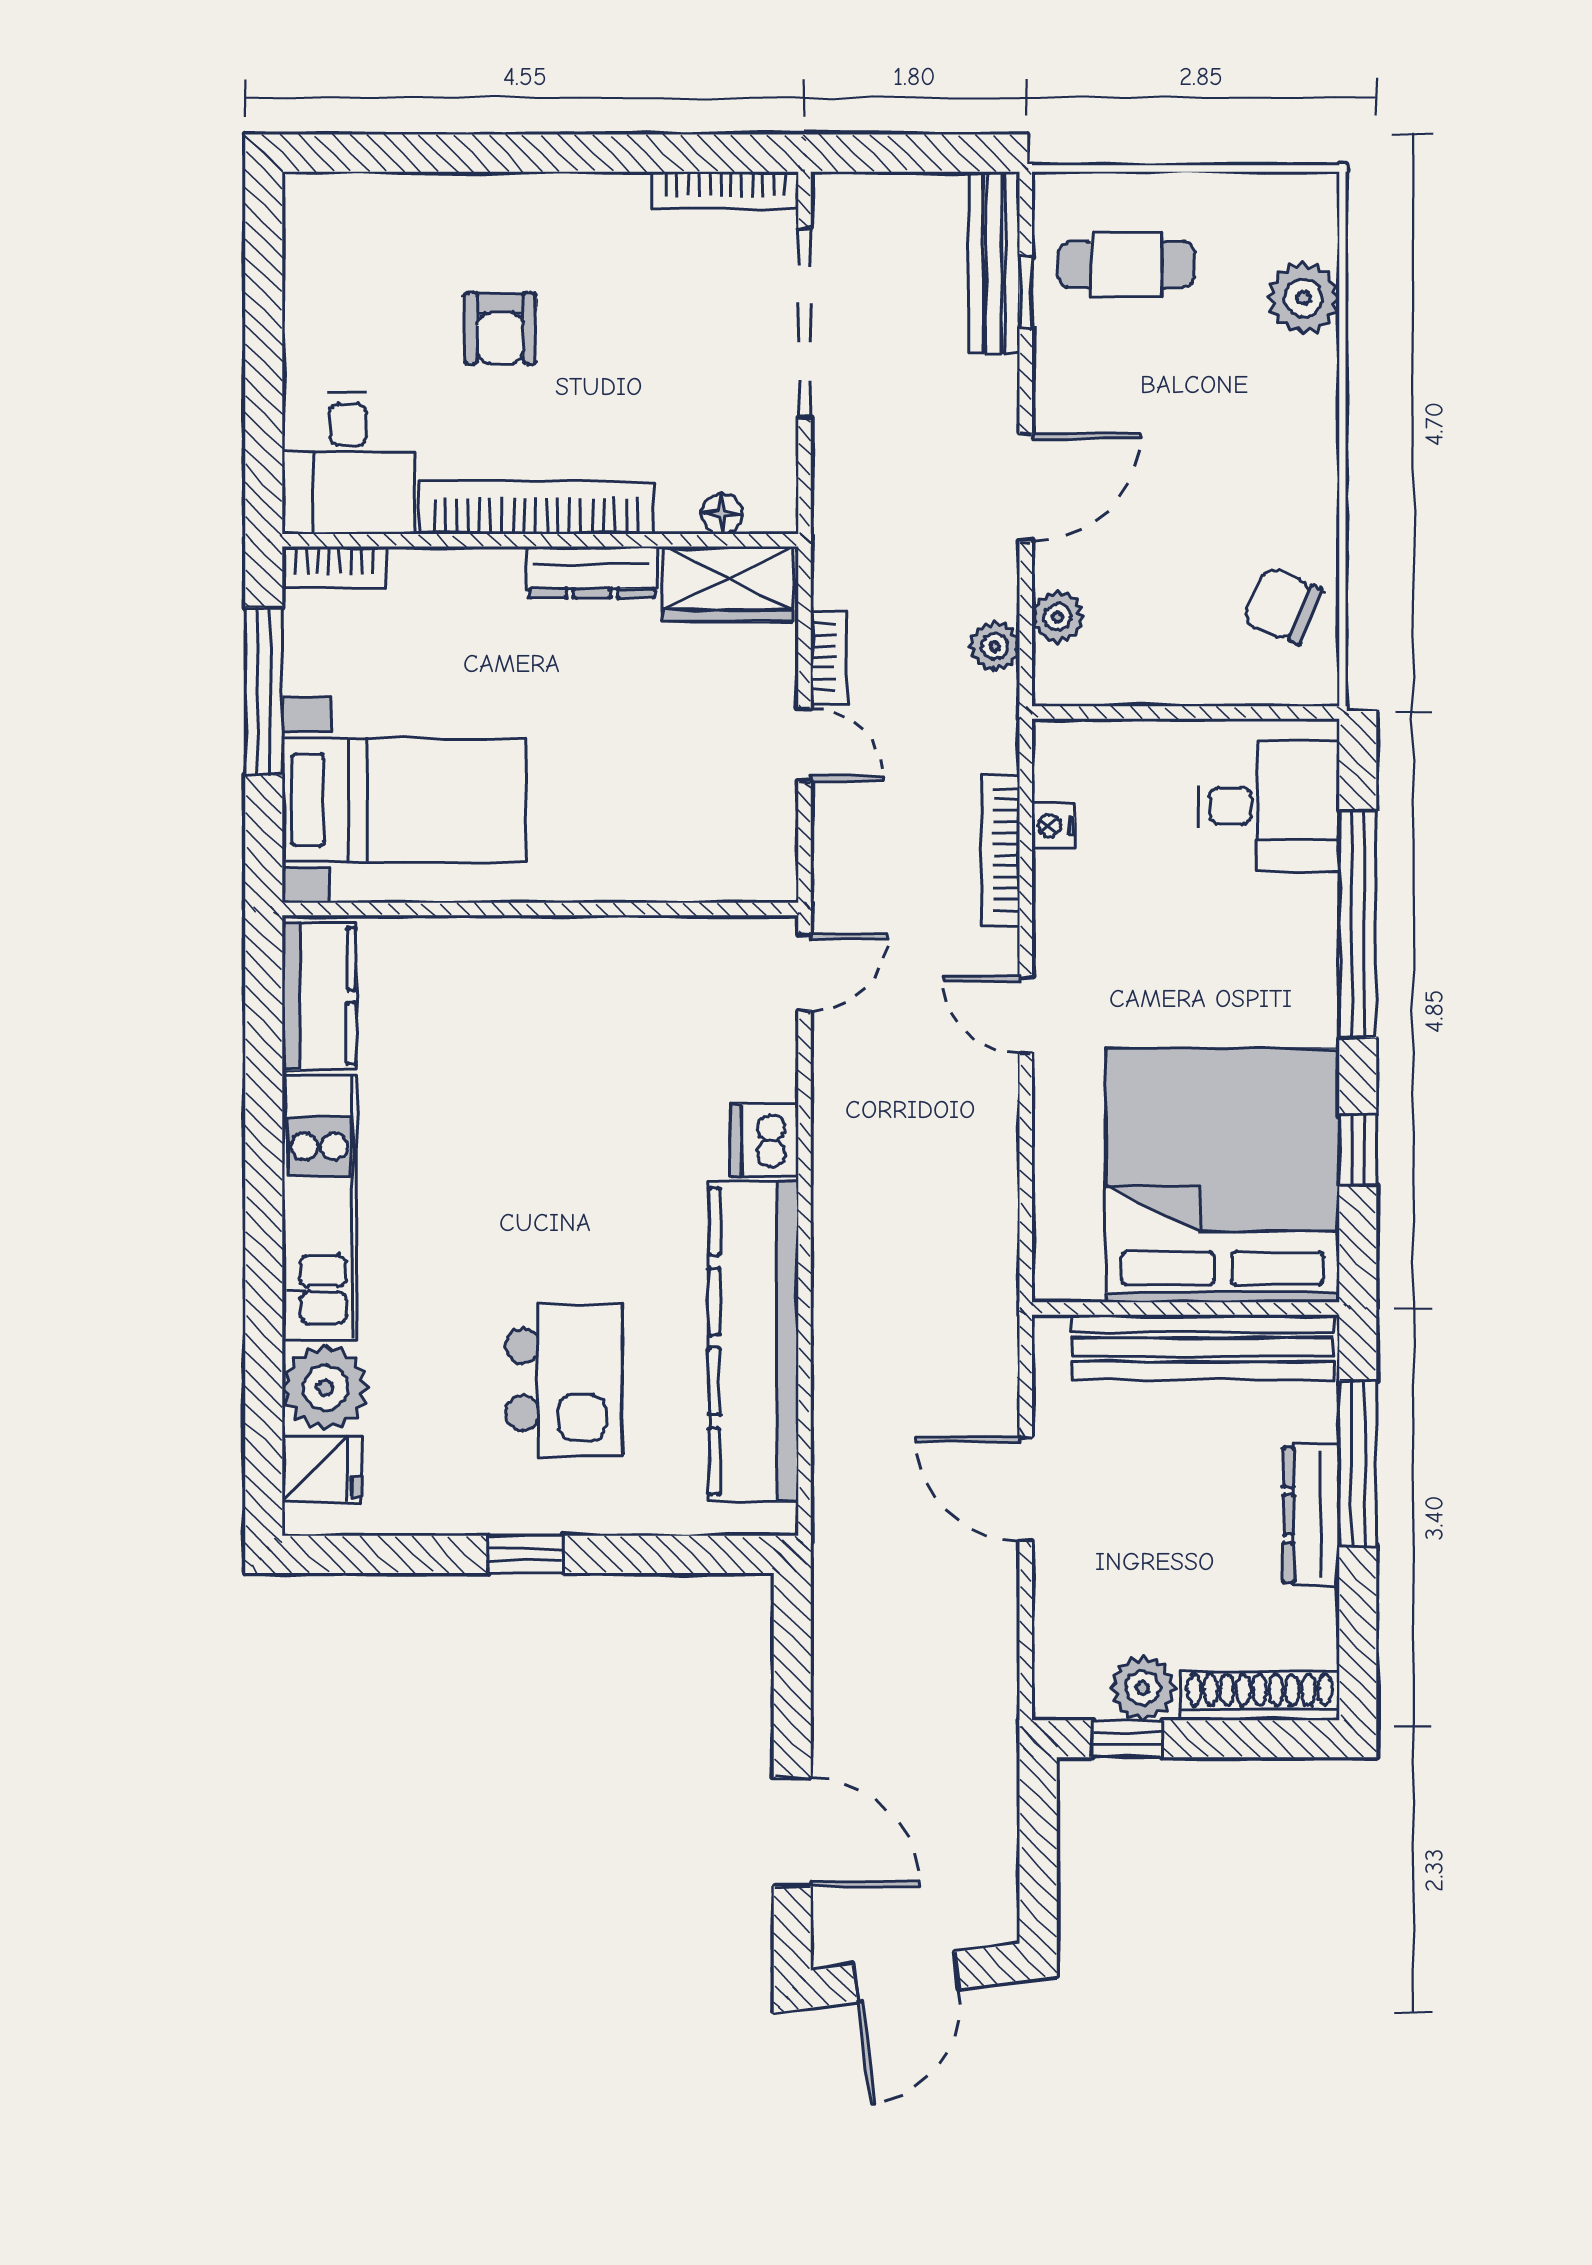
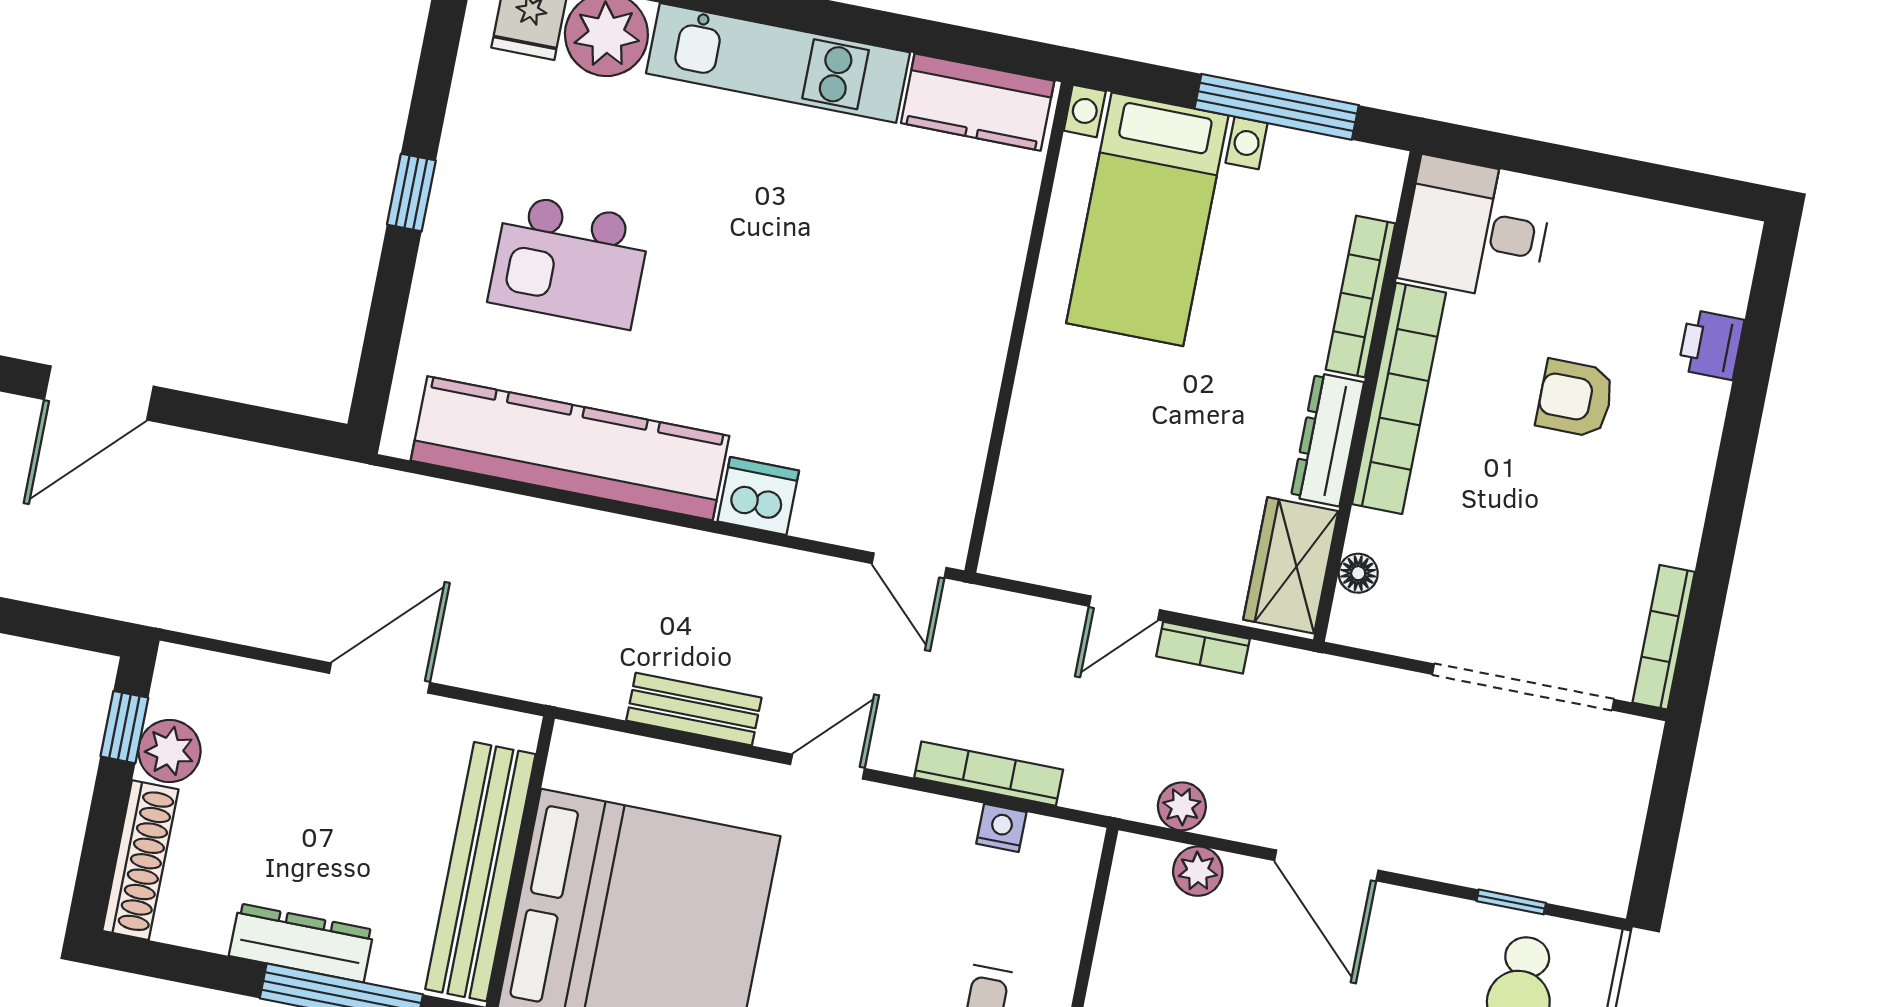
printer: (418, 201) -> (1711, 345), added
bench: (994, 262) -> (694, 709), moved, width x0.73
bookcase: (334, 567) -> (1360, 296), moved, width x1.56

